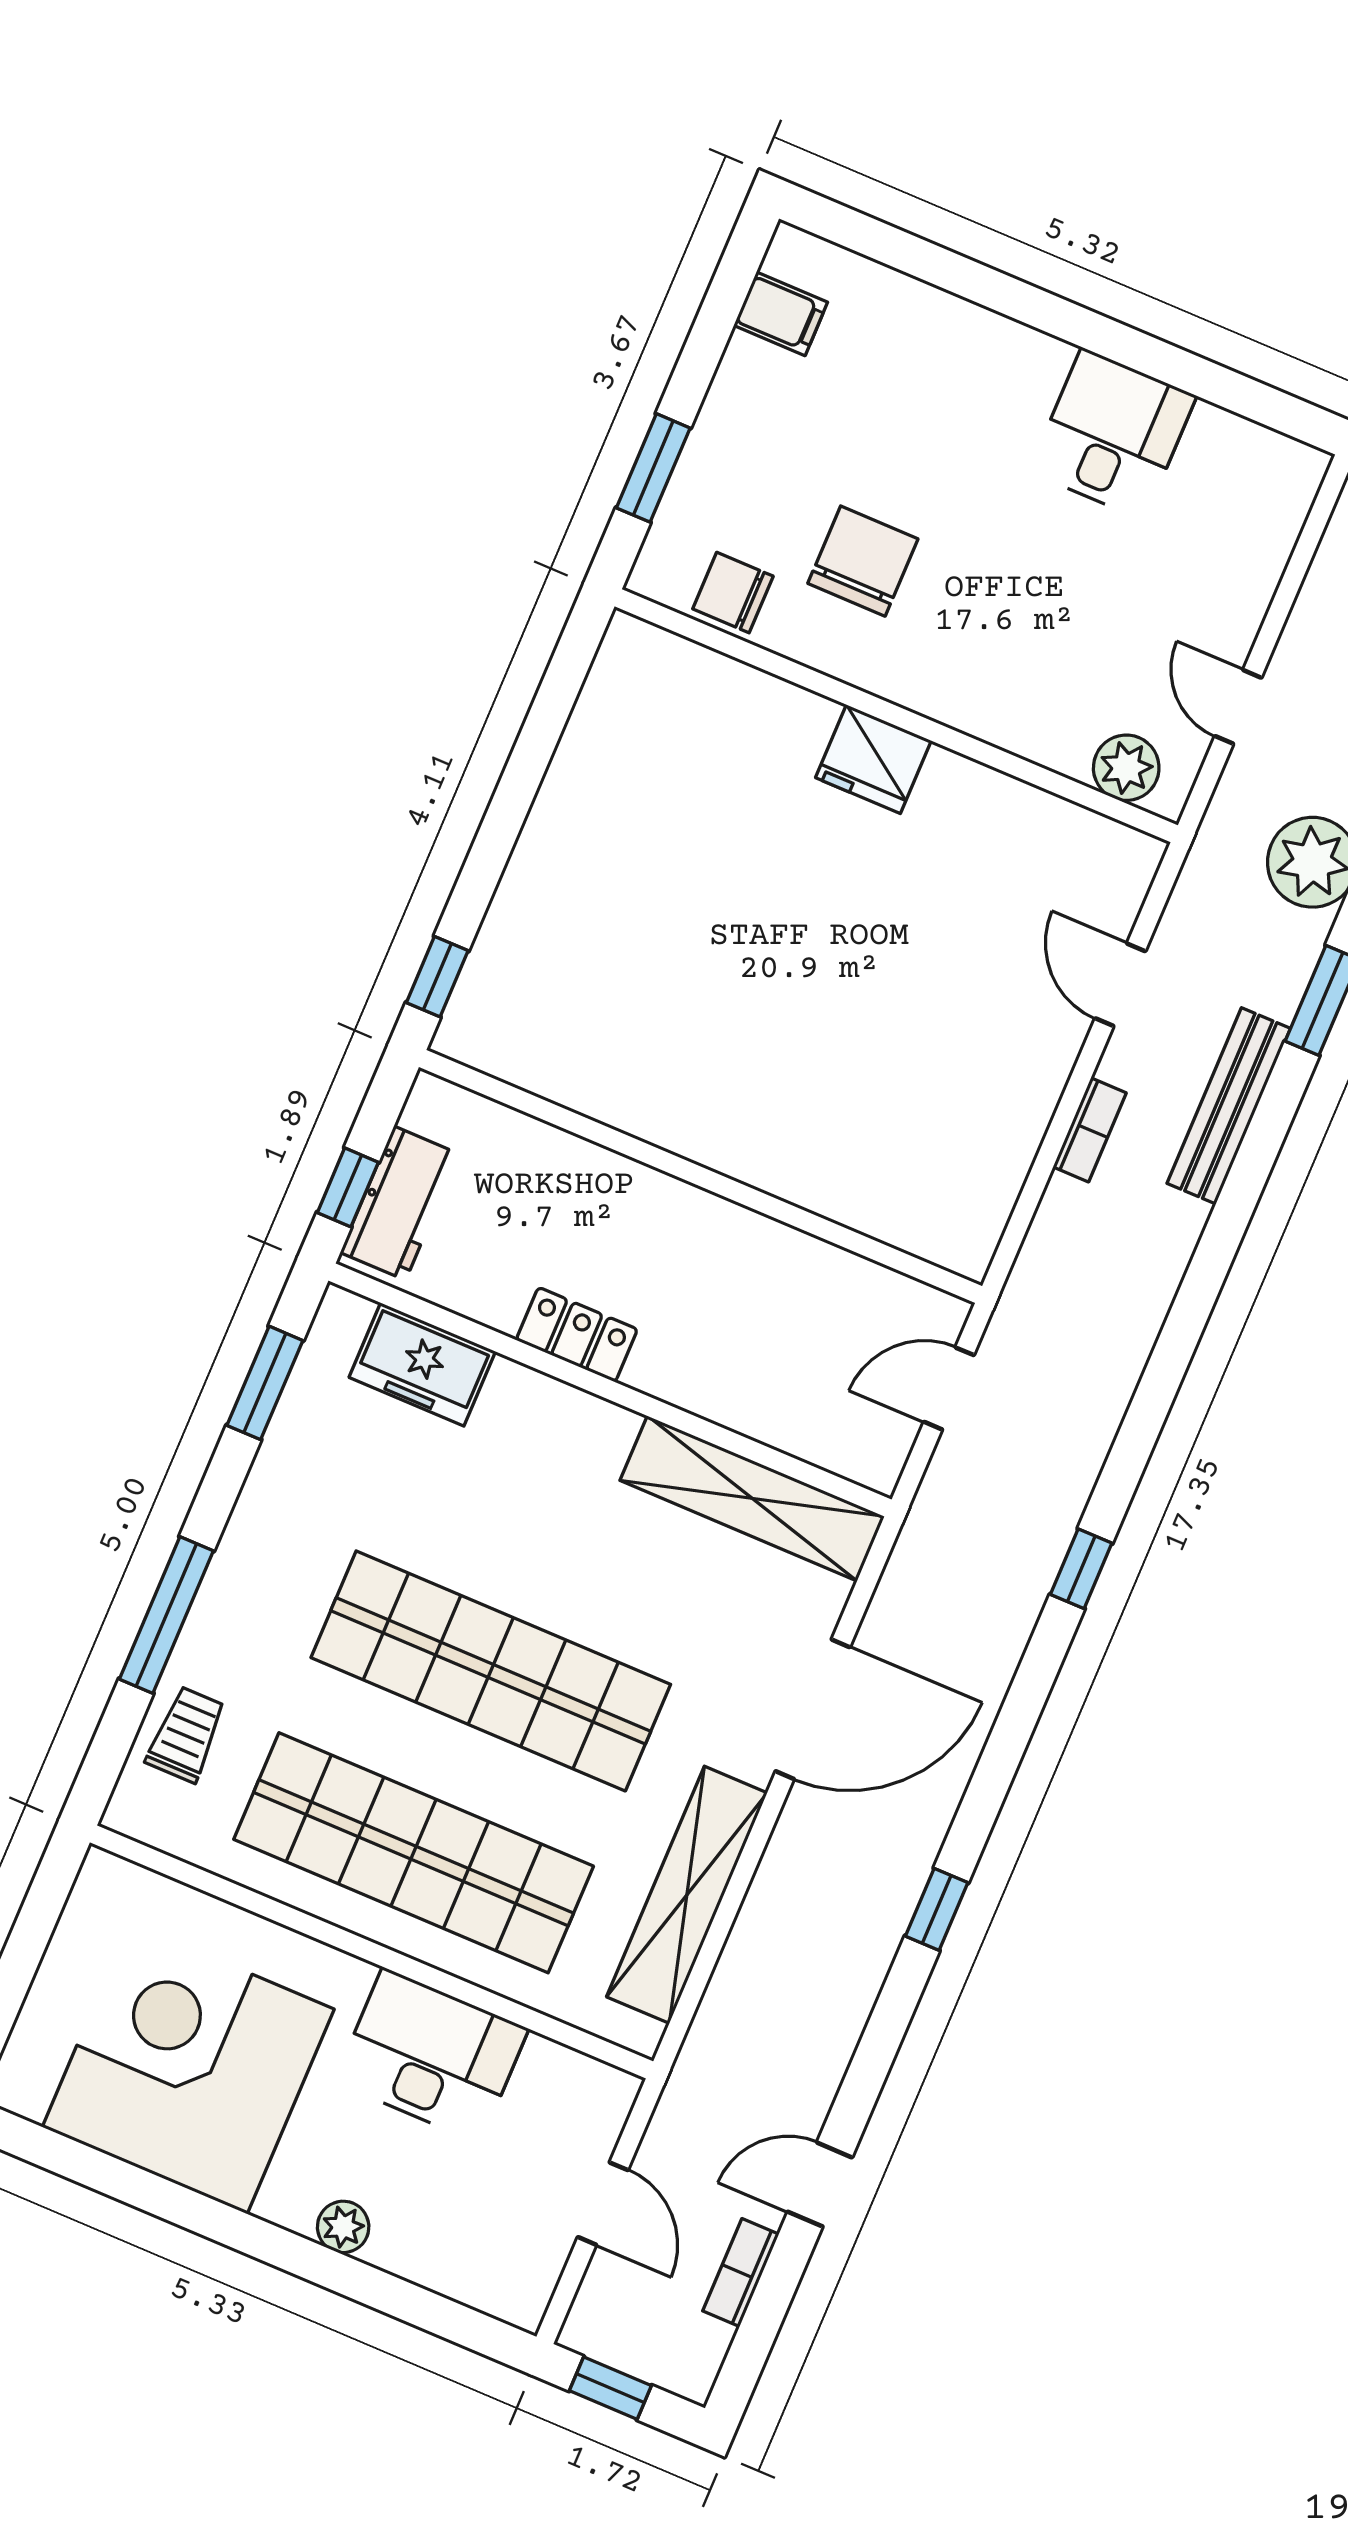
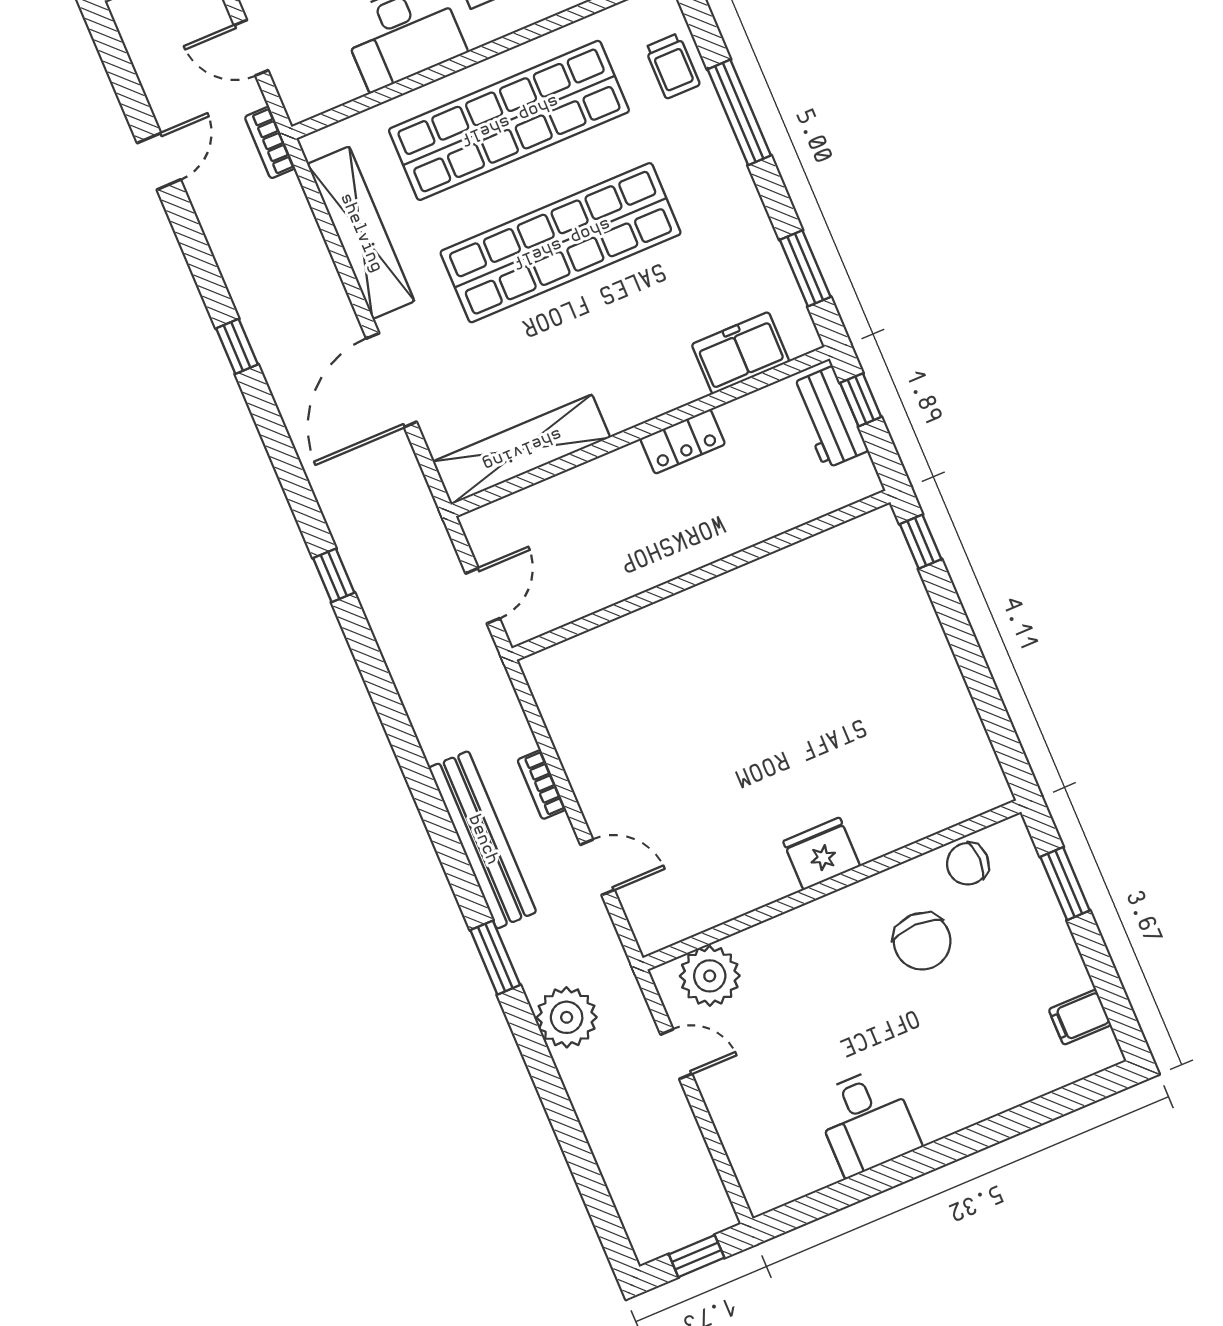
chair: (733, 593) -> (968, 864), turned 180
plant: (1126, 768) -> (710, 976), width x1.36, depth x1.36
bench: (1229, 1106) -> (483, 840), width x1.37, depth x1.21
bookcase: (741, 2273) -> (270, 143), moved, turned 180

